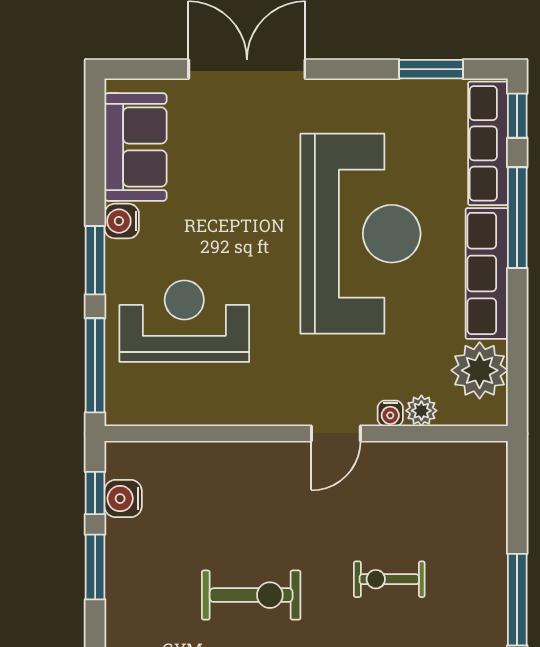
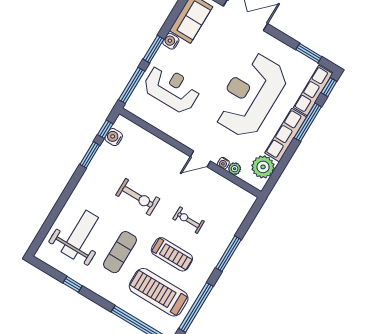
reception desk: (360, 234) -> (250, 95), turned 180

